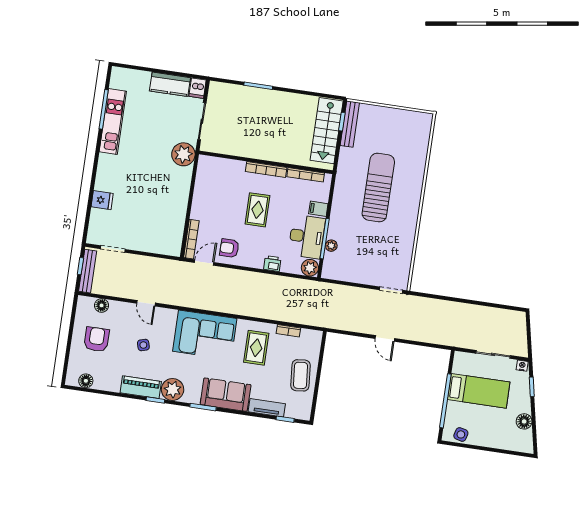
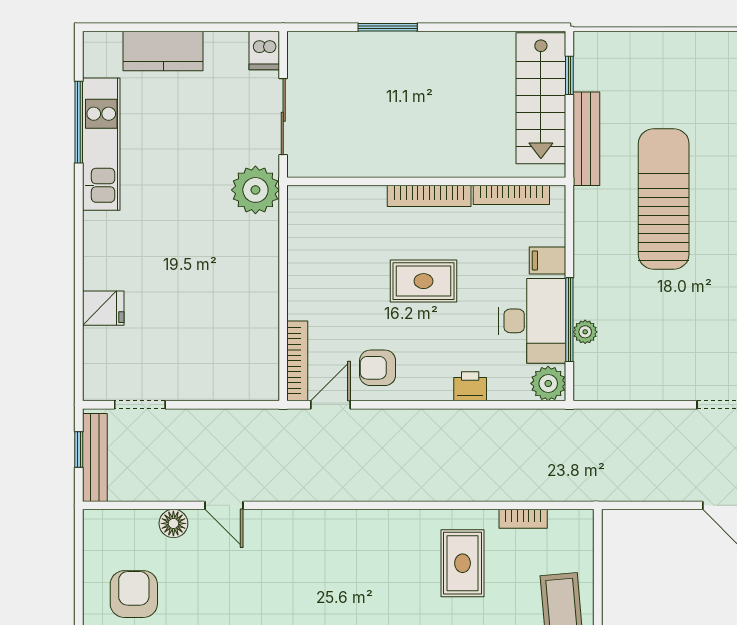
kitchen counter: (170, 84) -> (163, 51), moved
bench: (350, 124) -> (586, 139), moved
rug: (257, 210) -> (423, 281), turned 90
floor lamp: (102, 305) -> (173, 523), moved
corner sofa: (205, 335) -> (354, 553), removed
side table: (143, 345) -> (231, 592), removed

